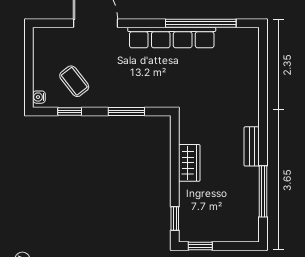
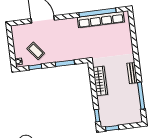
row of seats: (172, 37) -> (101, 20), moved
wardrobe: (189, 163) -> (100, 81), width x1.50

